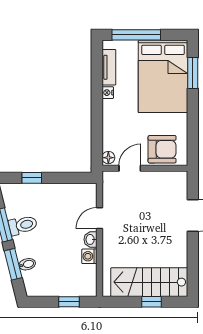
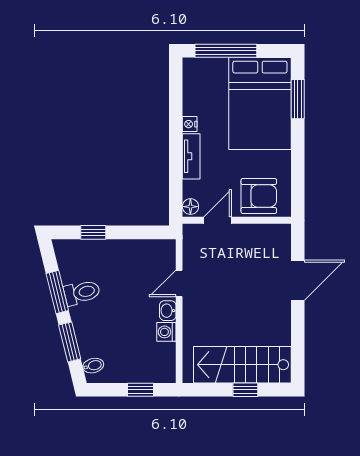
tv unit: (109, 67) -> (191, 156), moved
bidet: (27, 264) -> (93, 366), moved

